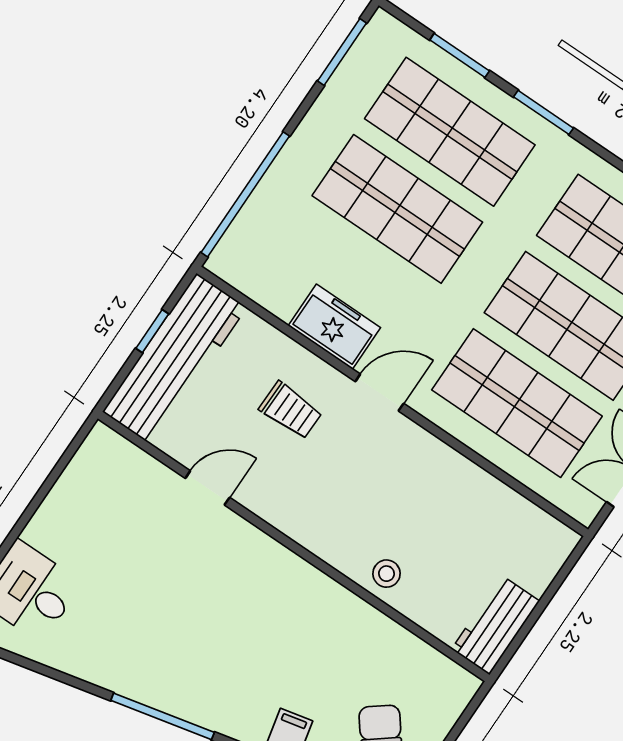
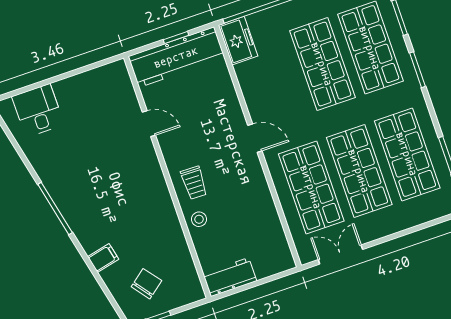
freezer: (334, 327) -> (238, 41), moved
trolley: (291, 410) -> (194, 183), moved

